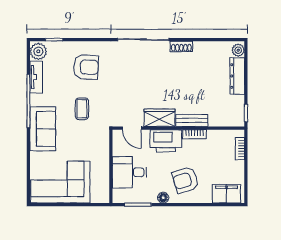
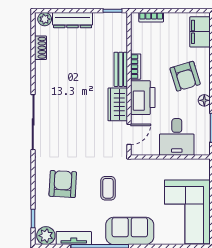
shoe rack: (181, 46) -> (40, 48), moved
coffee table: (82, 109) -> (108, 188), turned 90

